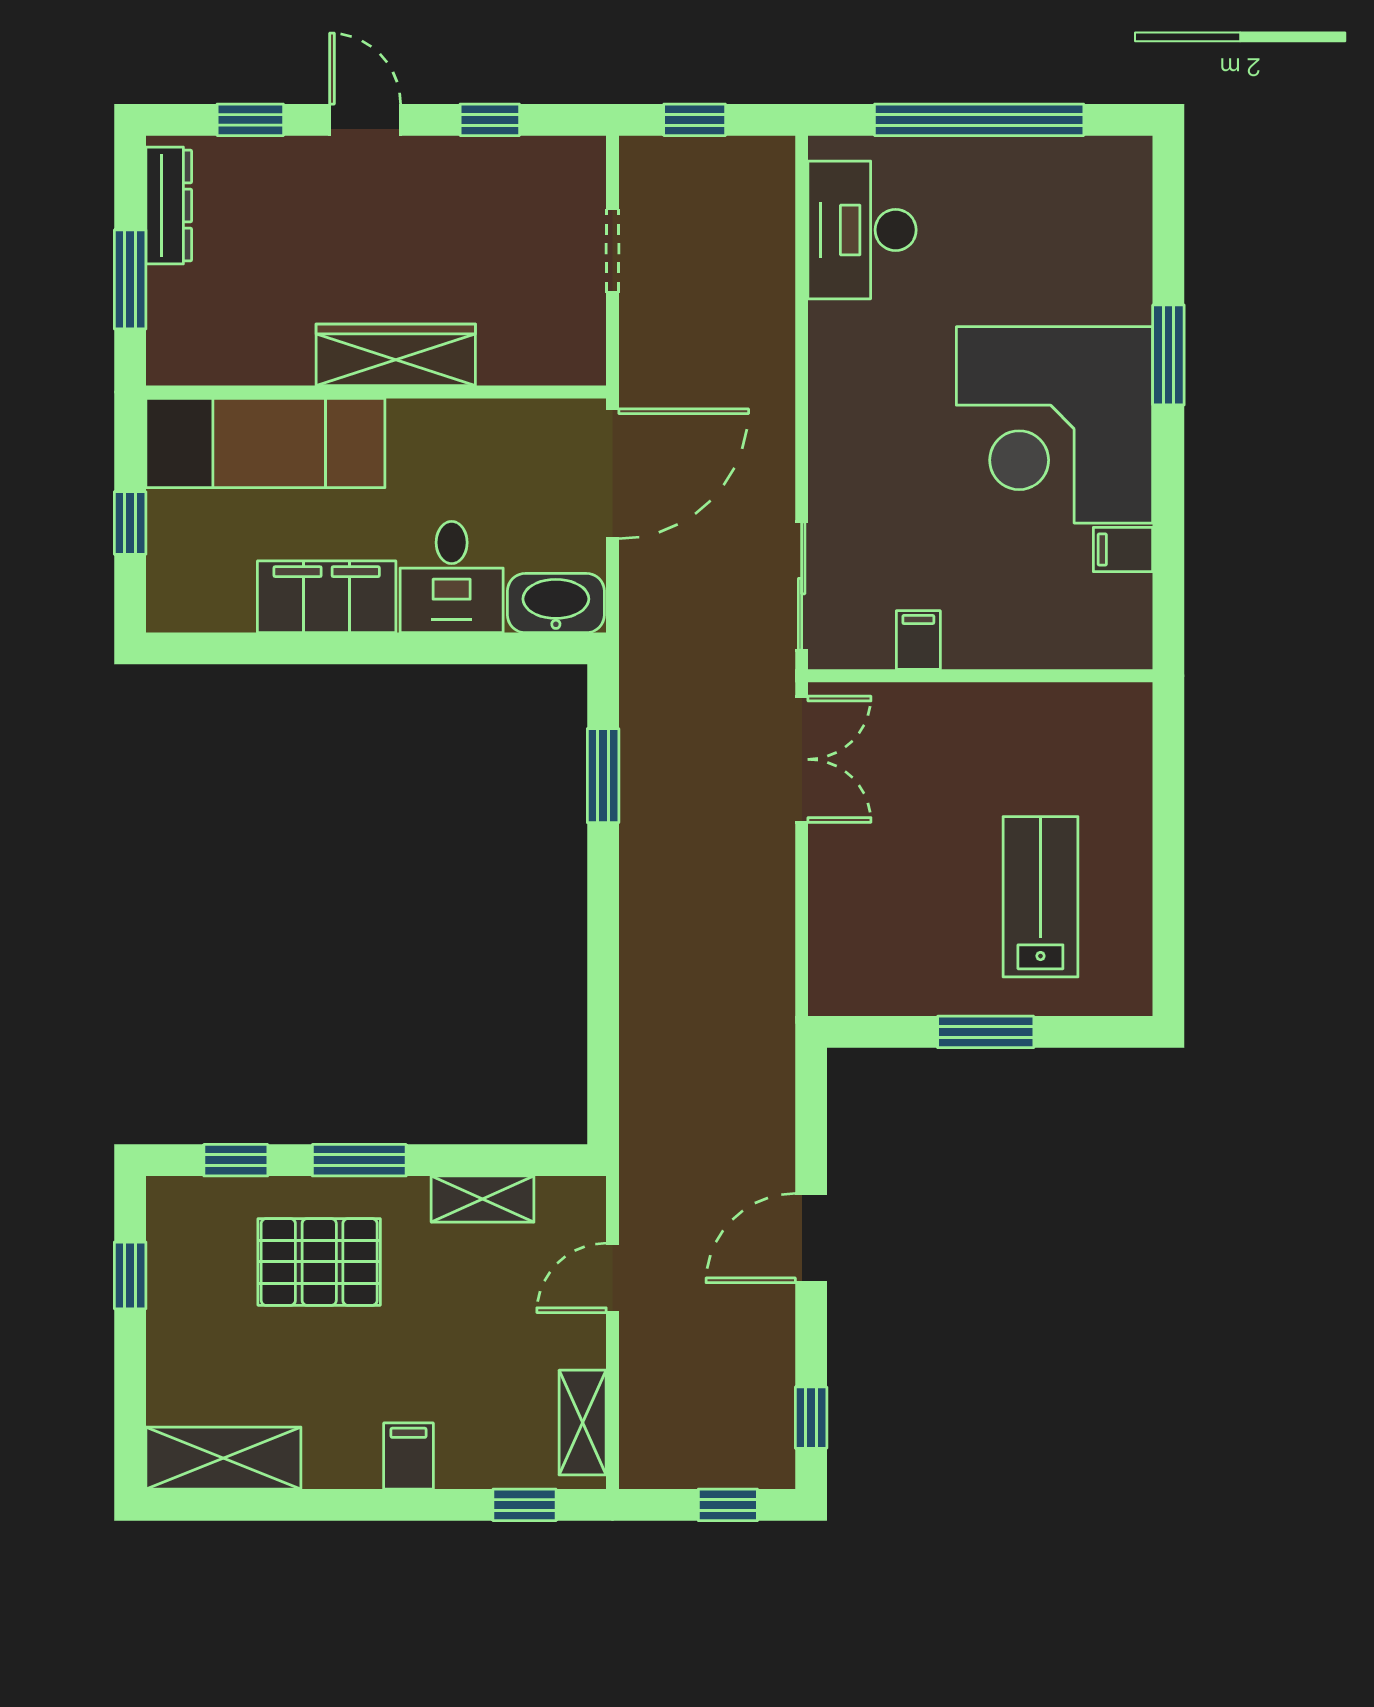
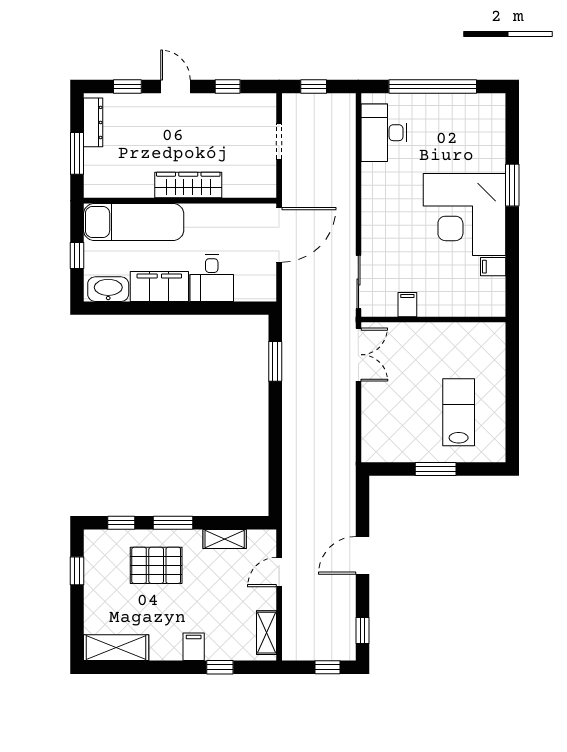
washbasin: (556, 603) -> (108, 289), moved
window: (524, 1505) -> (220, 667), moved

